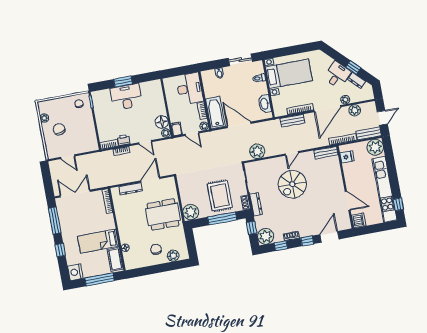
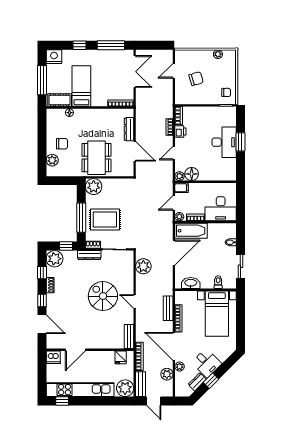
chair: (59, 129) -> (196, 79), moved

